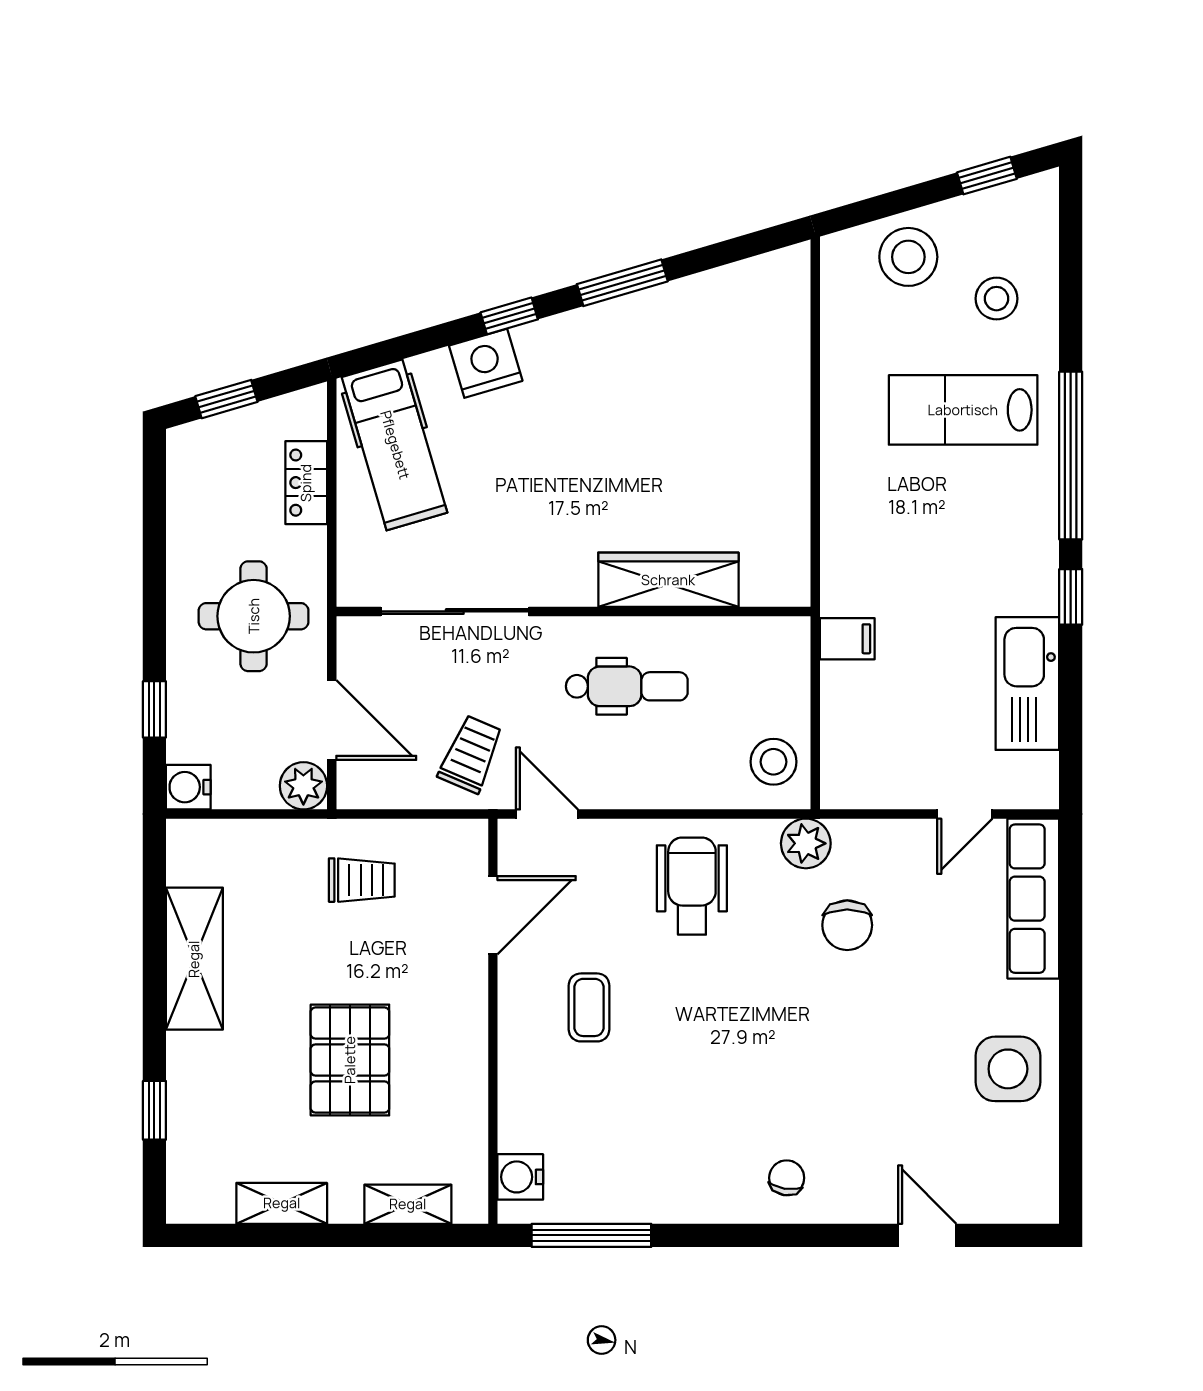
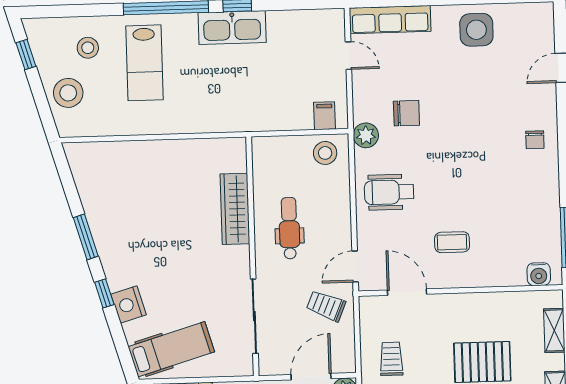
filing cabinet: (847, 639) -> (325, 116), moved
kitchen sink: (1027, 684) -> (232, 28), moved
chair: (787, 1178) -> (535, 140), turned -99

